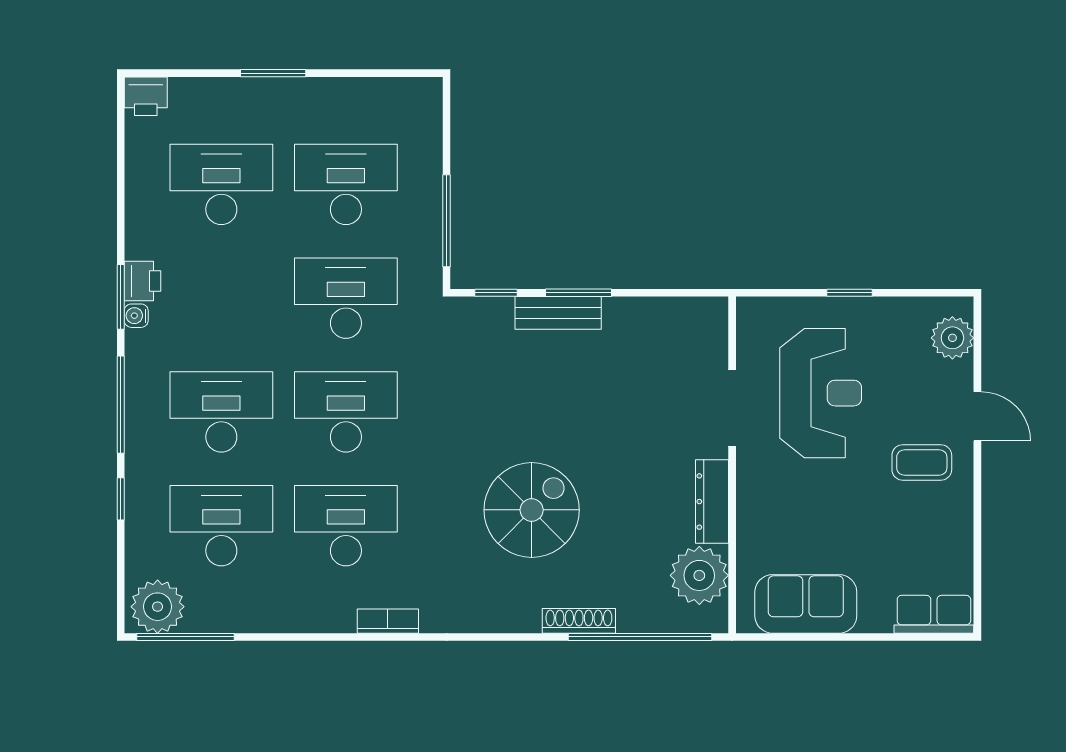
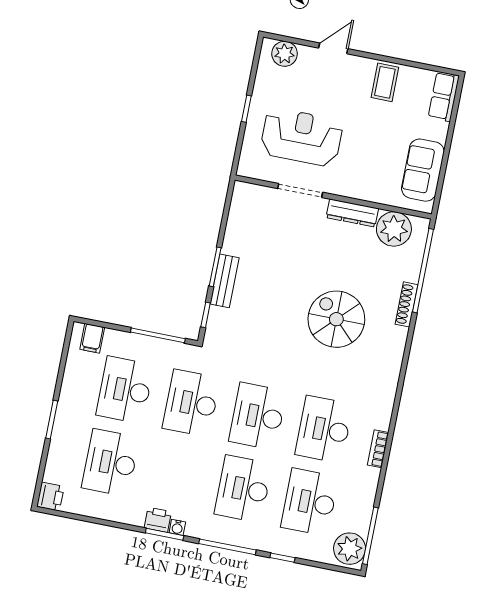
filing cabinet: (420, 113) -> (92, 338), added
coffee table: (922, 462) -> (385, 82), moved
bookcase: (388, 621) -> (378, 449), moved

